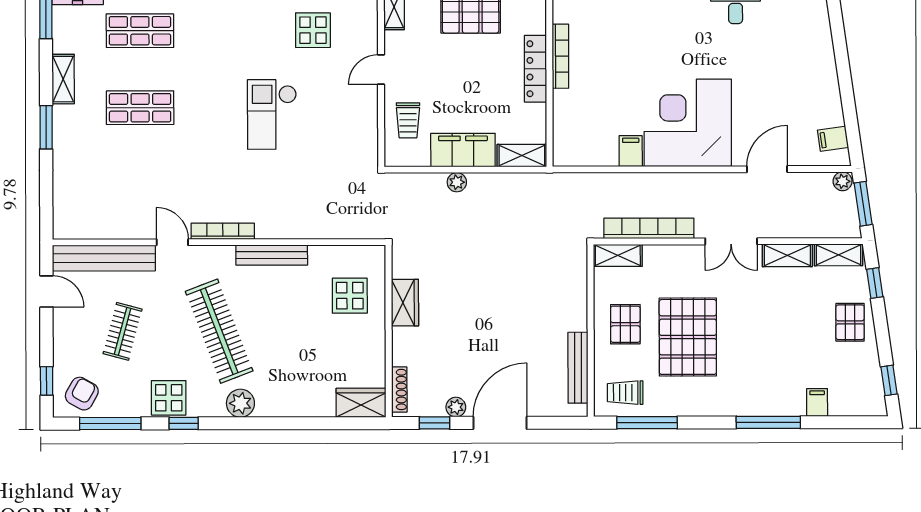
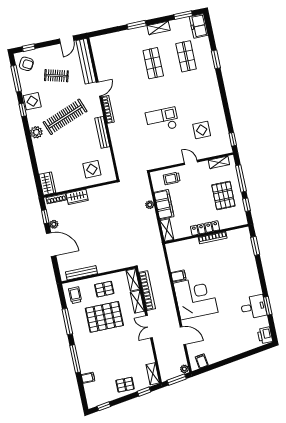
shelving: (787, 255) -> (137, 302), moved
wardrobe: (405, 303) -> (77, 197), moved
window: (647, 423) -> (67, 321), moved

